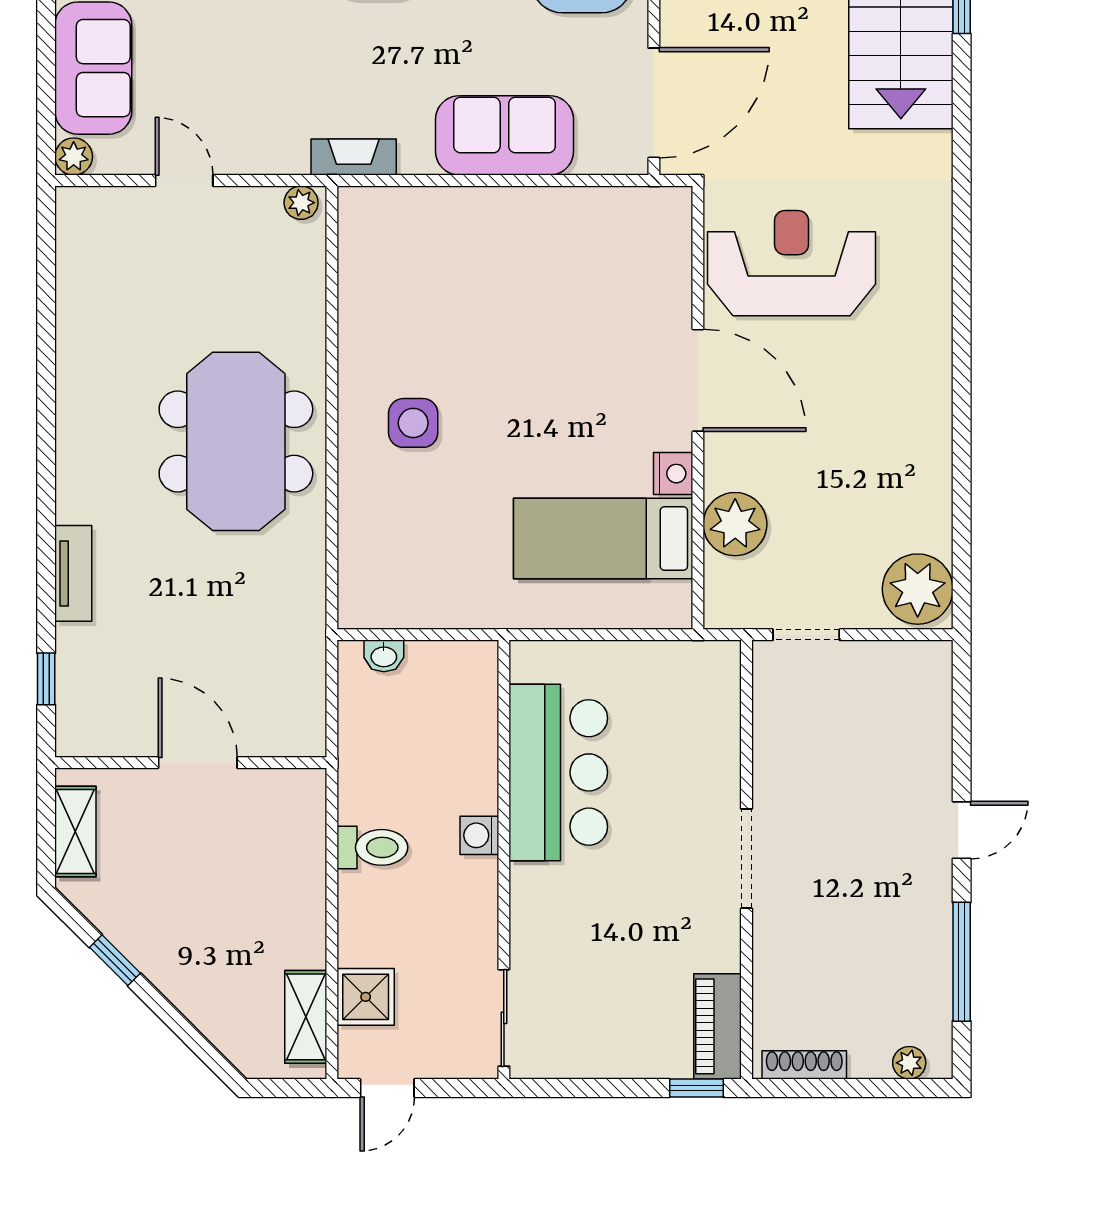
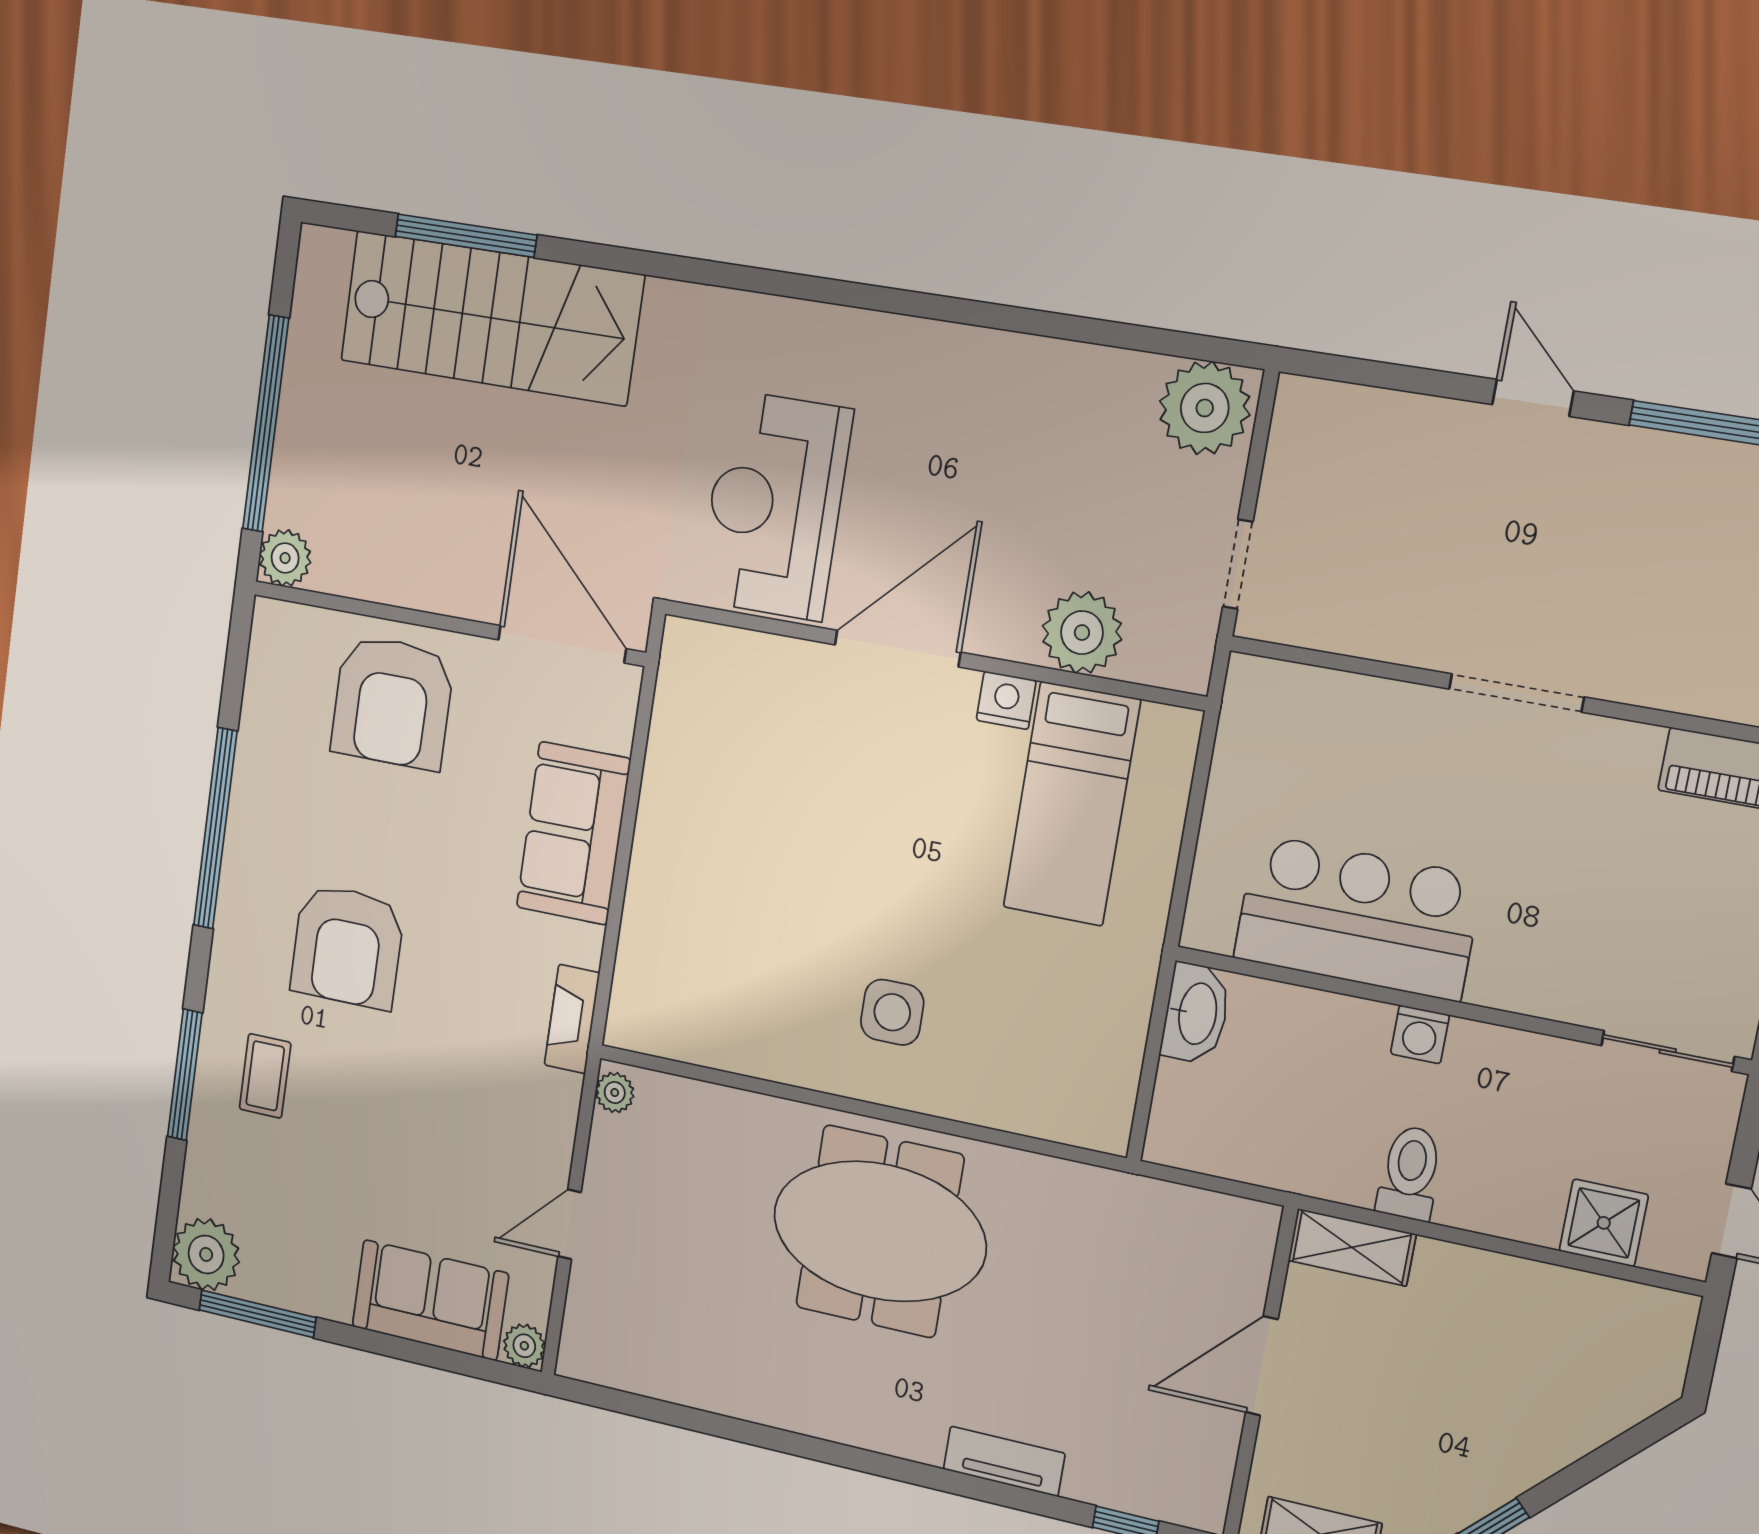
washbasin: (384, 656) -> (1196, 1013), moved, width x1.91, depth x1.45
shelving: (306, 1017) -> (1352, 1247), moved

